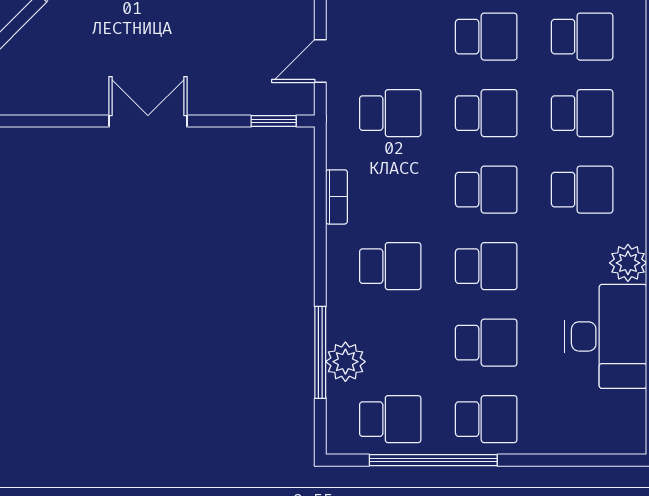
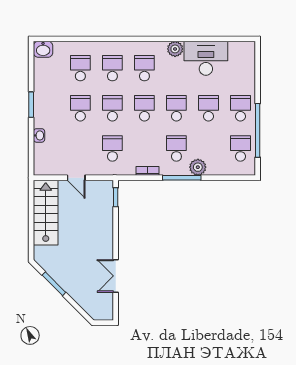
door: (320, 61) -> (76, 178), moved
double door: (148, 121) -> (116, 276), moved
window: (320, 352) -> (182, 178), moved
plant: (345, 362) -> (198, 167), moved

